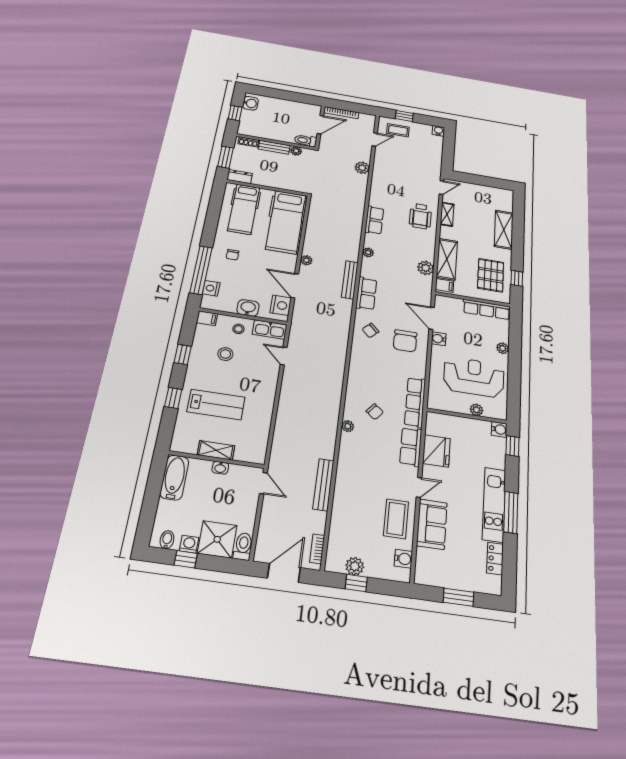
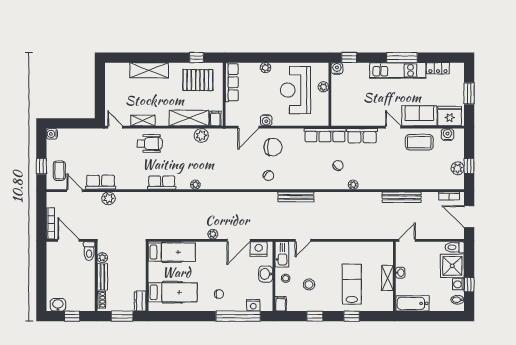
hospital bed: (286, 222) -> (172, 252), width x0.73, depth x0.78
bench: (350, 280) -> (296, 197), moved
row of seats: (366, 294) -> (101, 182), moved
fridge: (436, 451) -> (450, 116), moved

